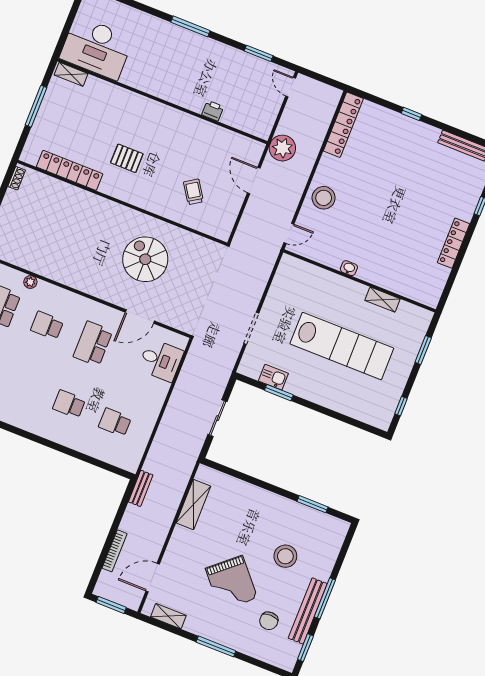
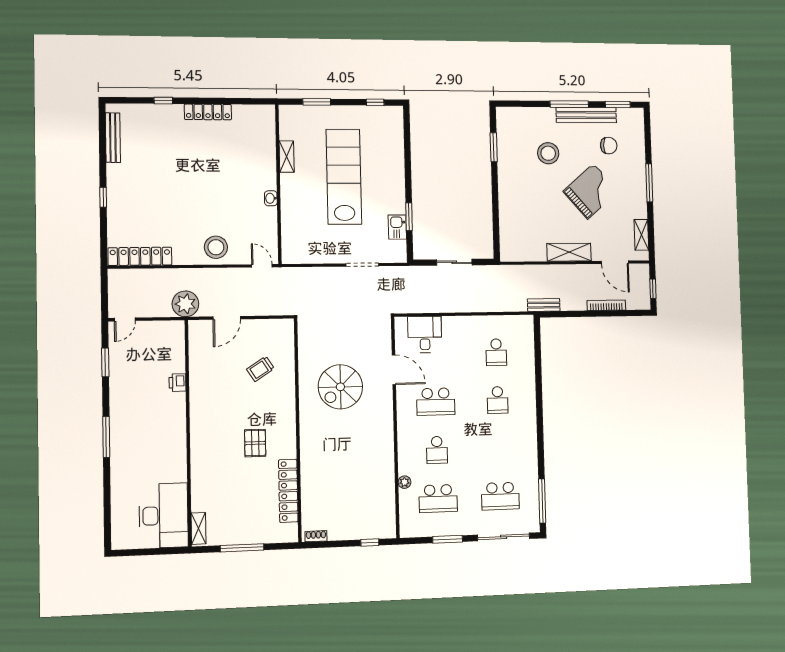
shelving: (193, 505) -> (569, 252), moved
window: (111, 605) -> (653, 289), width x0.67

